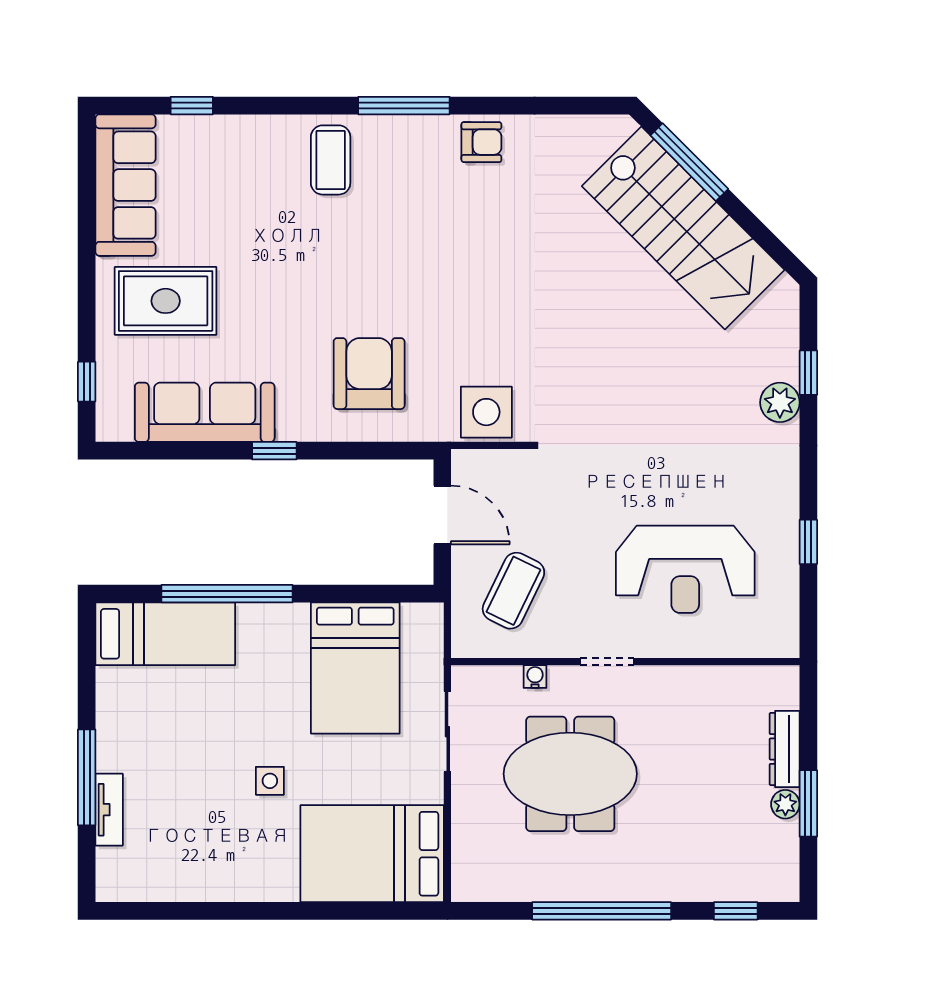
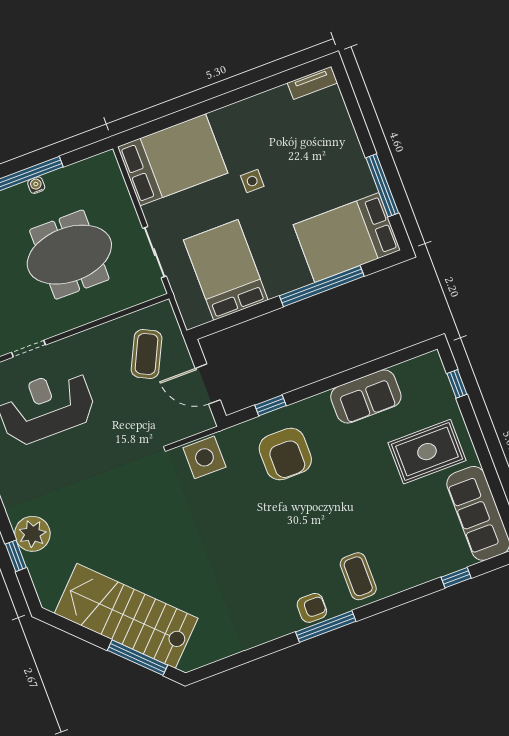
armchair: (481, 142) -> (312, 608), moved, turned 180
plant: (780, 402) -> (32, 534), width x1.36, depth x1.36
sofa: (205, 412) -> (366, 396), width x0.73
window: (274, 451) -> (271, 405), moved
bed: (165, 634) -> (347, 237), width x1.50
doorway: (607, 662) -> (29, 349), moved
water cooler: (535, 677) -> (36, 185), moved, turned 180
window: (87, 777) -> (382, 185), moved
tv unit: (109, 810) -> (312, 83), moved, turned -90

